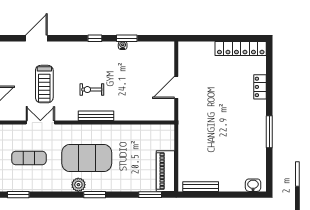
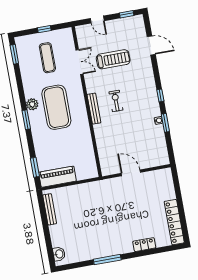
treadmill: (44, 84) -> (113, 59), turned 180

